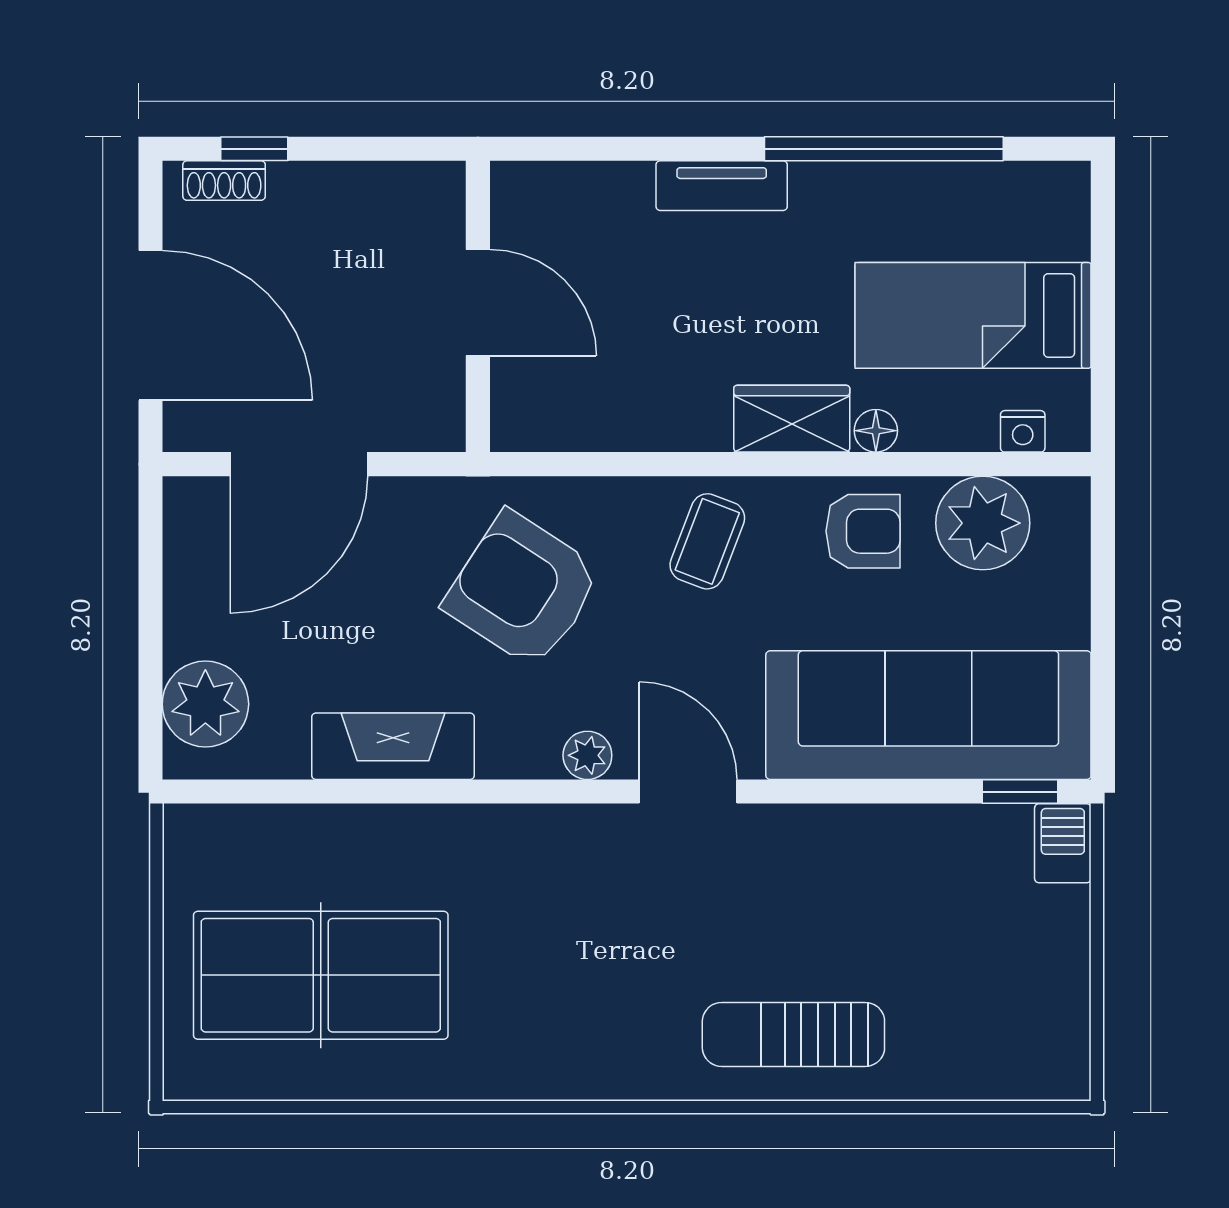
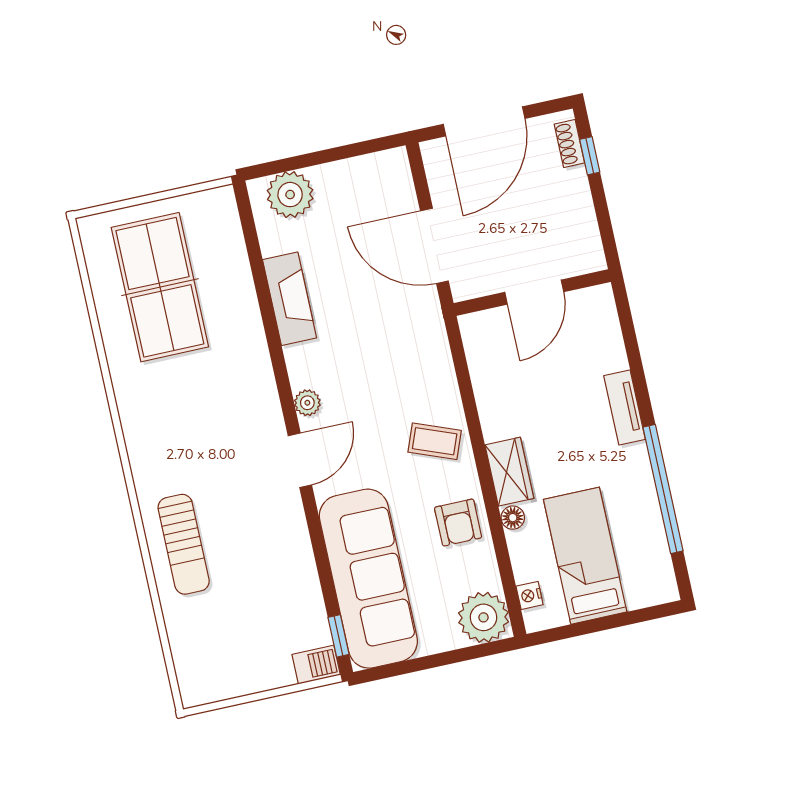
door: (299, 464) -> (434, 246), moved
plant: (983, 523) -> (483, 617), moved
armchair: (523, 590) -> (388, 349), removed
sun lounger: (793, 1034) -> (184, 544), turned 180

